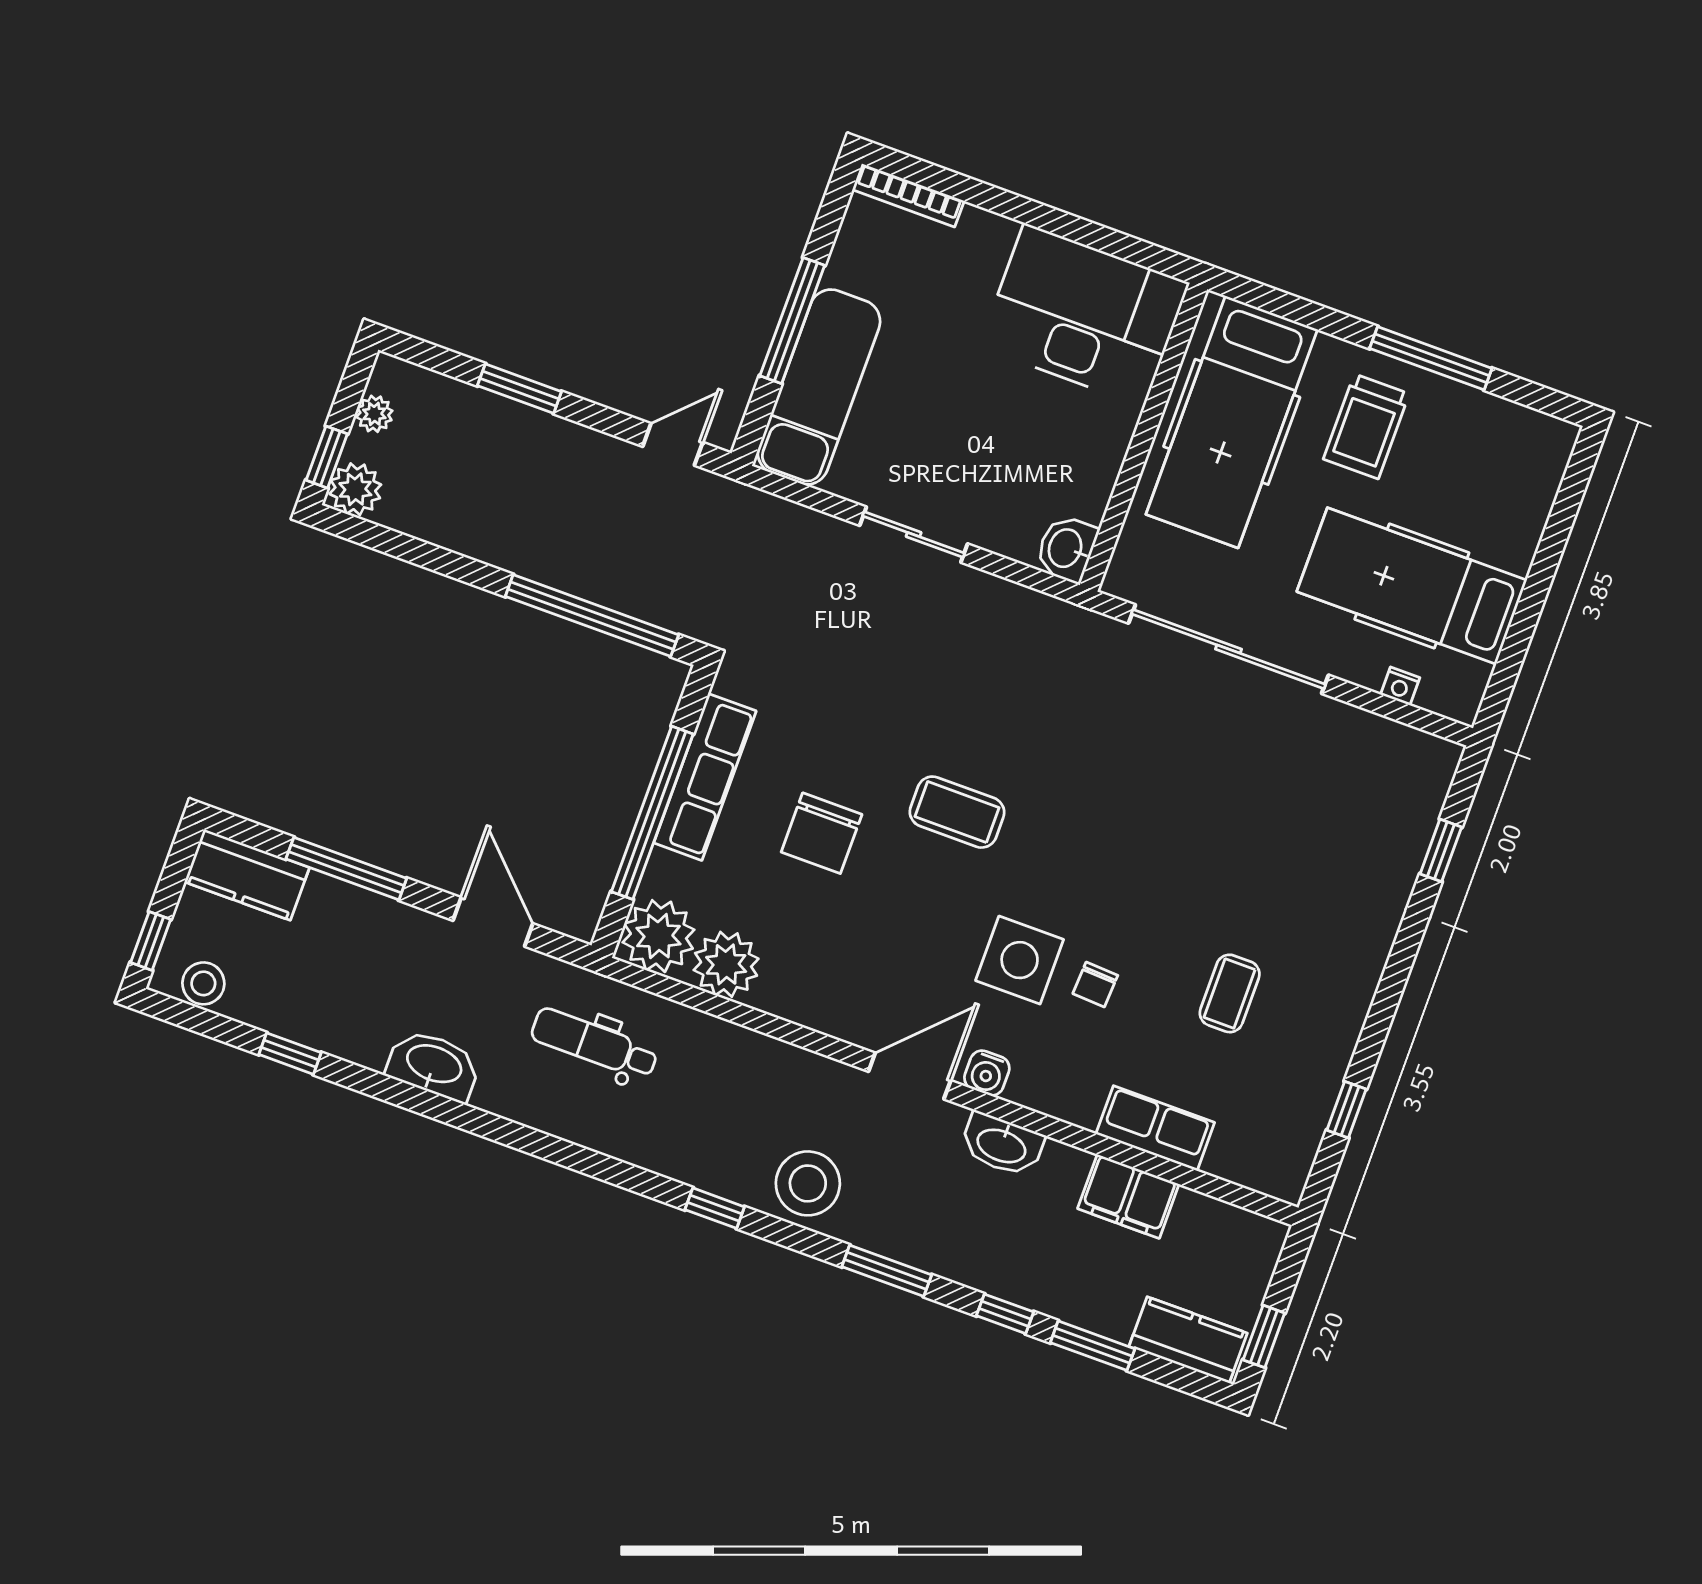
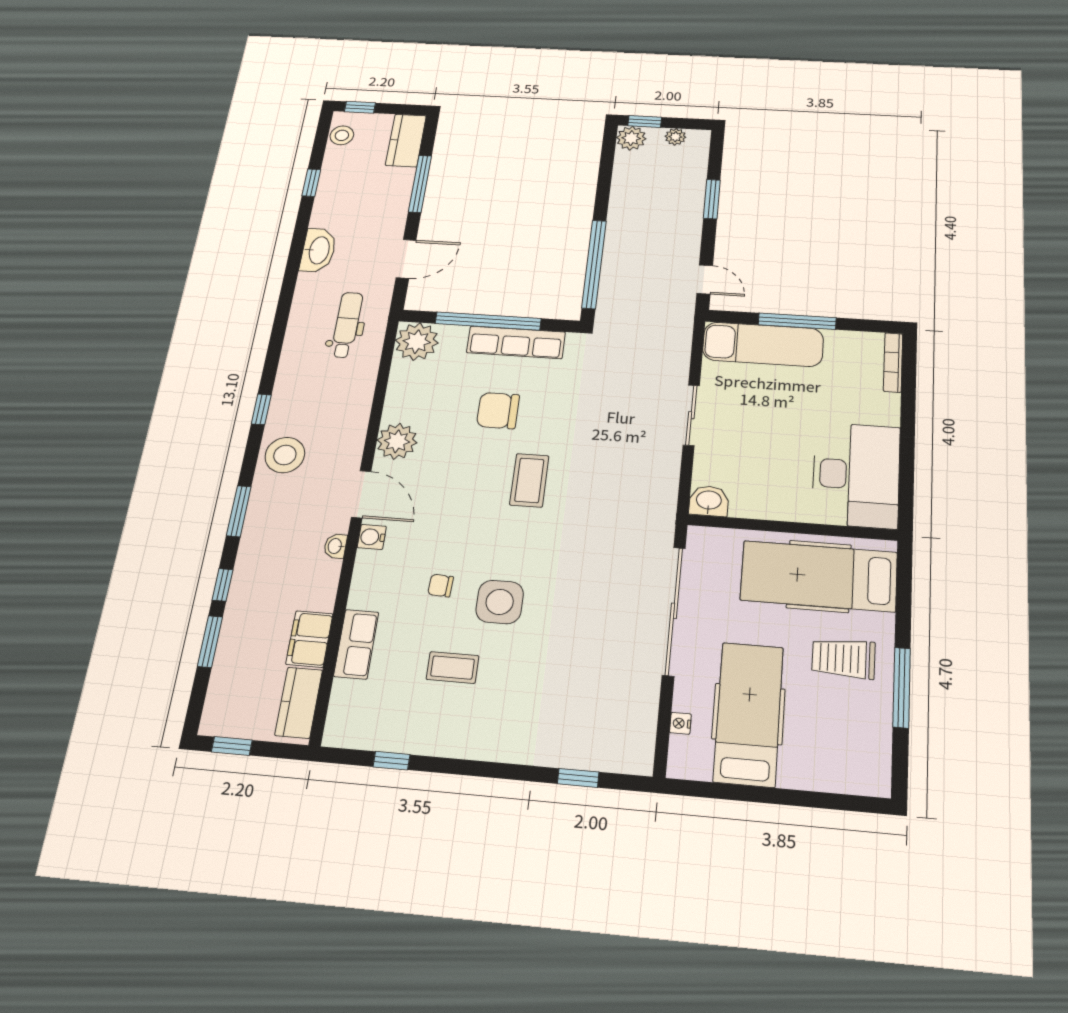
side table: (1020, 960) -> (500, 602), moved
plant: (726, 964) -> (397, 441), moved
washbasin: (1002, 1145) -> (335, 546), width x0.52, depth x0.69
kitchen counter: (1188, 1340) -> (299, 703), moved, turned 180

